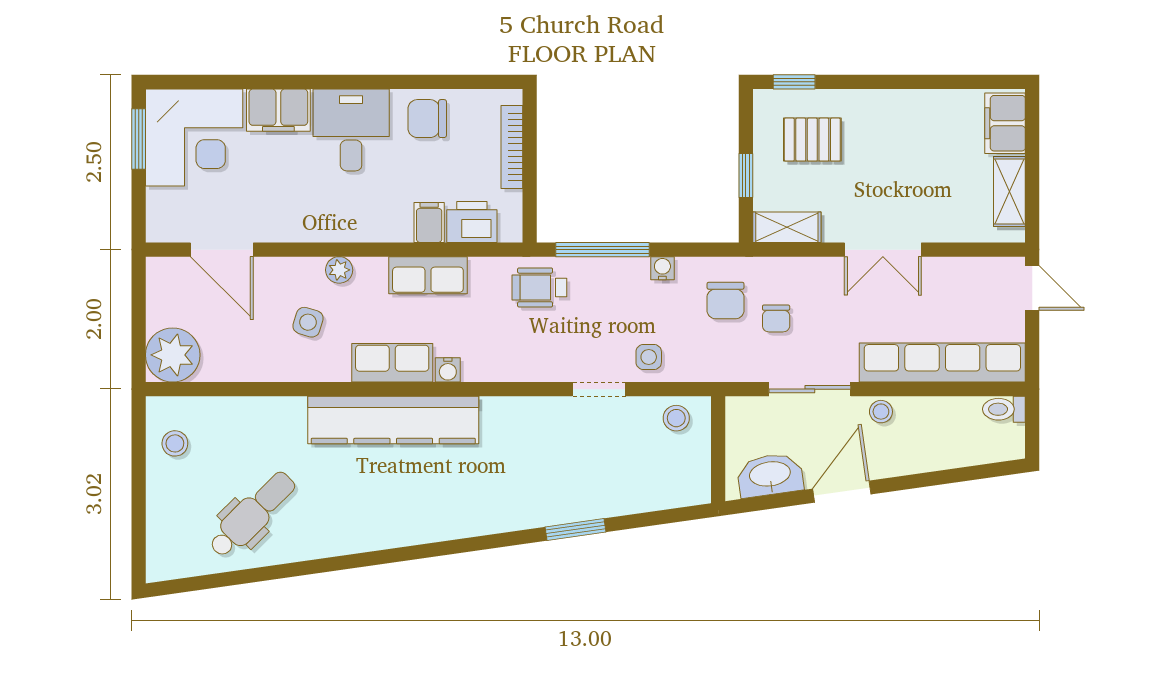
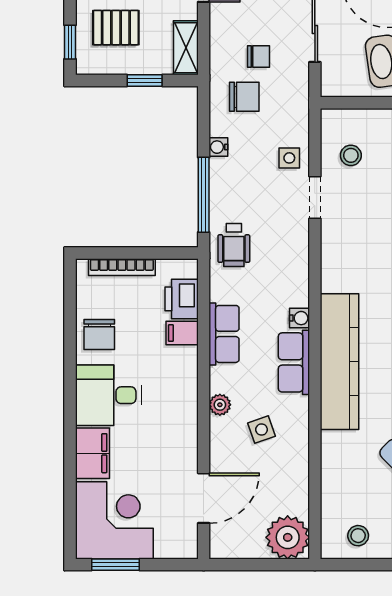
pallet: (812, 140) -> (116, 28), turned 90
side table: (308, 322) -> (261, 430), turned -36
stool: (676, 418) -> (351, 155), moved

